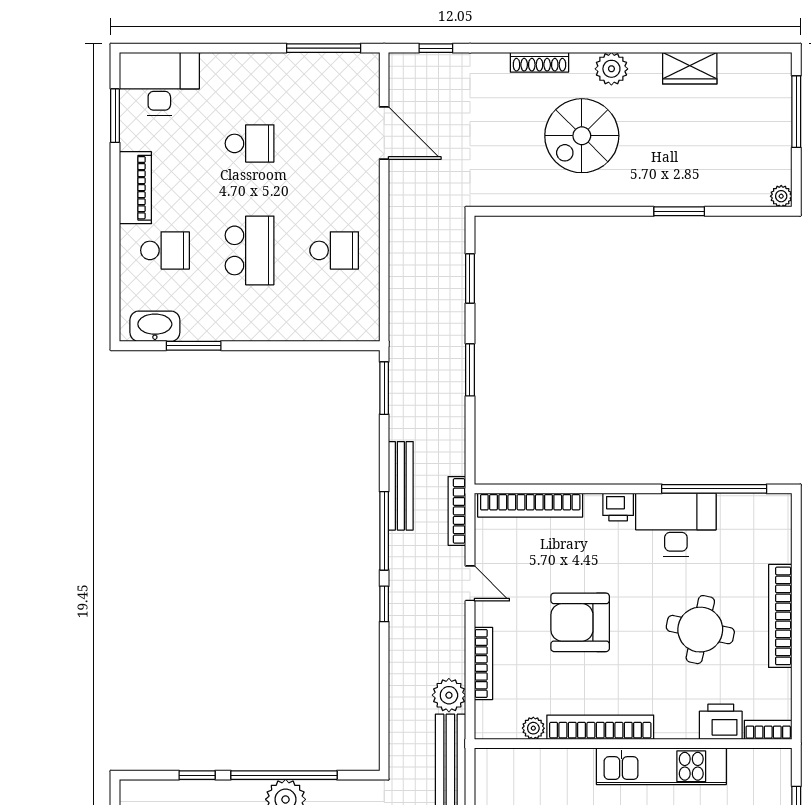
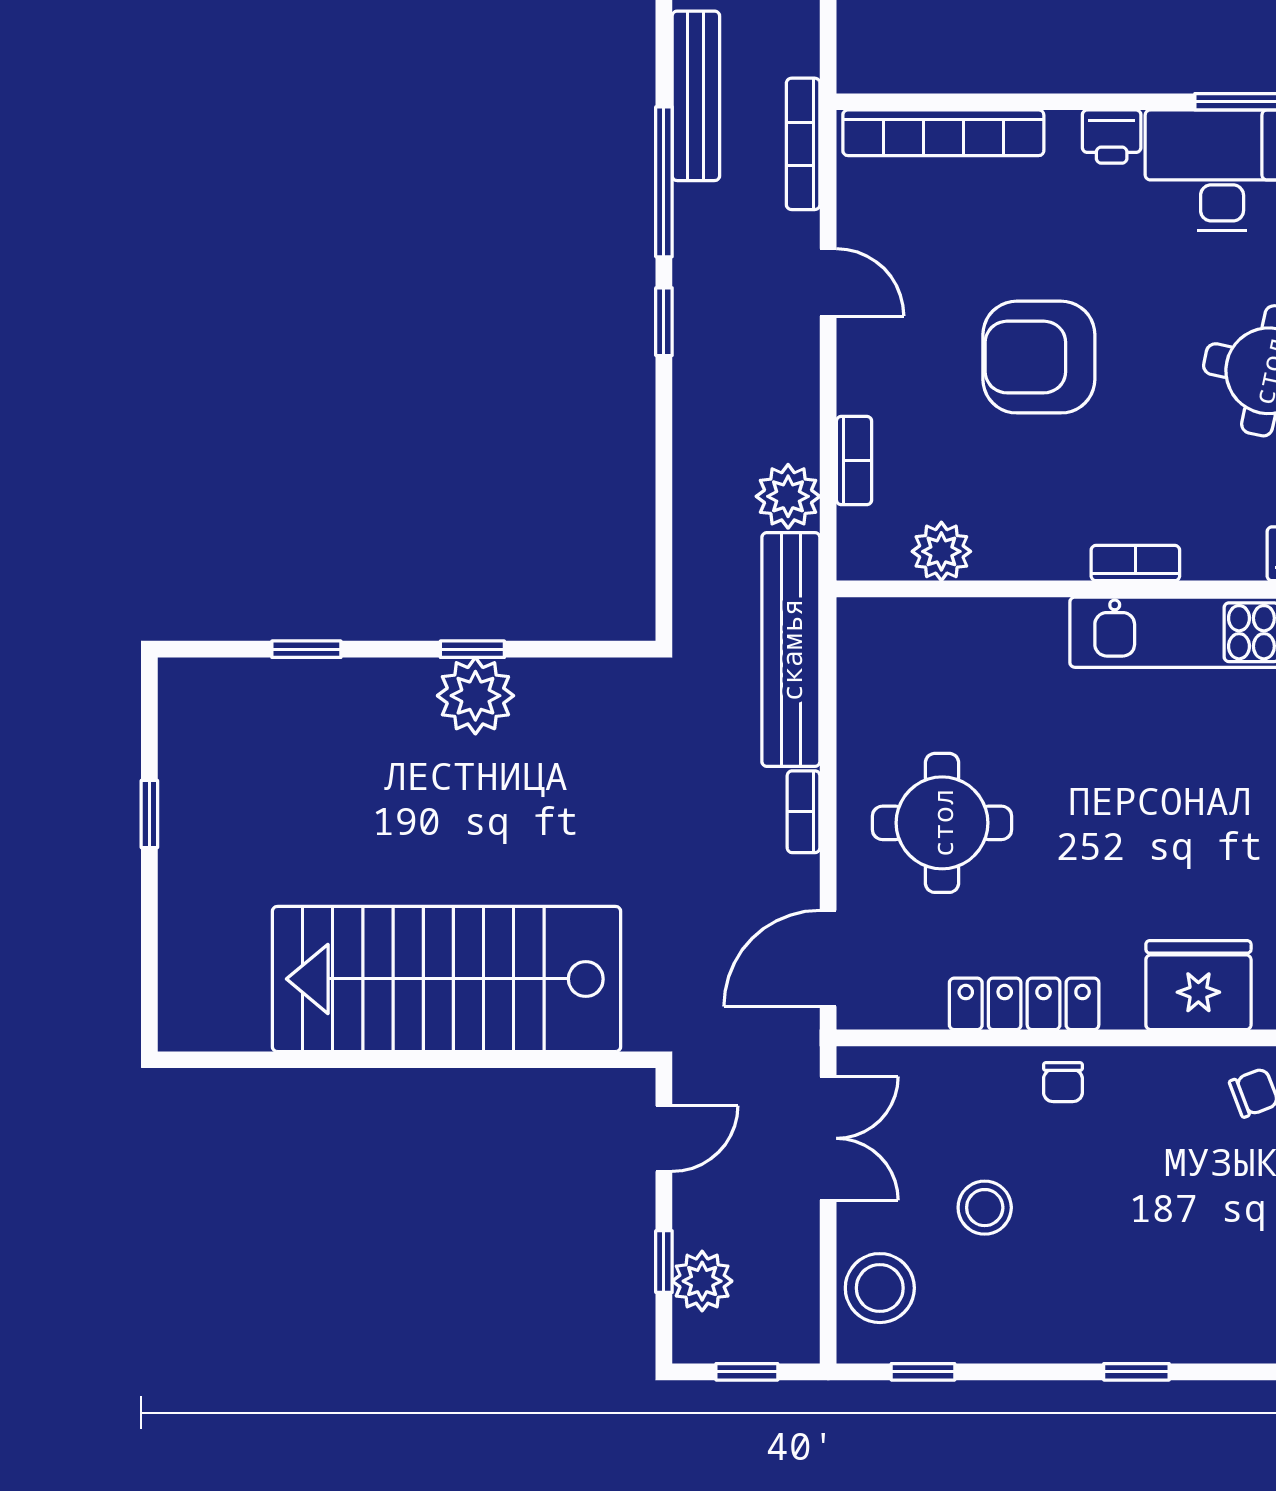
bookcase: (483, 664) -> (854, 461), width x0.64
bookcase: (600, 727) -> (1135, 563), width x0.43, depth x0.76
plant: (533, 728) -> (941, 551), width x1.38, depth x1.38
window: (284, 775) -> (472, 649), width x0.32

